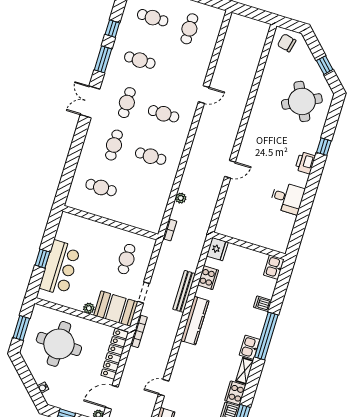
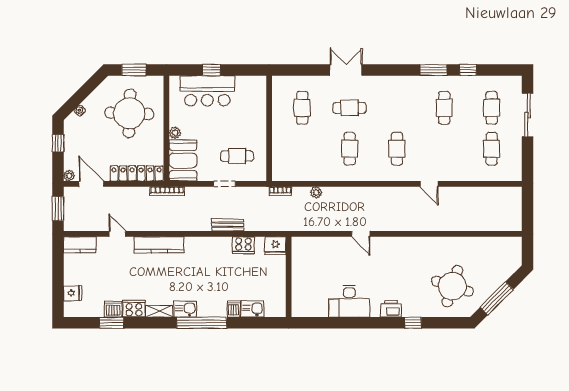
cafe table: (189, 29) -> (492, 149), turned 90
chair: (287, 43) -> (508, 253), removed
window: (325, 65) -> (497, 298), width x2.17
round table: (302, 101) -> (452, 286), turned 45
double door: (90, 102) -> (346, 70), moved
cafe table: (127, 103) -> (397, 108), removed
desk: (287, 198) -> (349, 301), width x1.37
kitchen sink: (274, 267) -> (252, 309), moved
bench: (184, 291) -> (228, 225), width x0.73
doorway: (144, 292) -> (224, 184), moved
kitchen counter: (195, 321) -> (159, 245), moved

